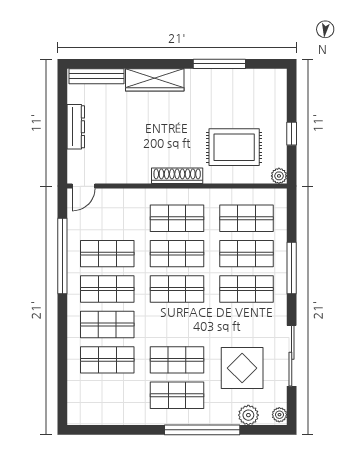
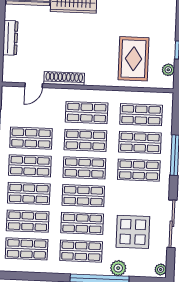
rug: (234, 147) -> (134, 59), turned 90
shoe rack: (177, 176) -> (64, 78), moved
plant: (279, 176) -> (168, 70), moved
door: (84, 186) -> (34, 85), moved
shop shelf: (177, 324) -> (83, 196), added
shop shelf: (107, 395) -> (27, 249), added
plant: (248, 415) -> (118, 268), moved

